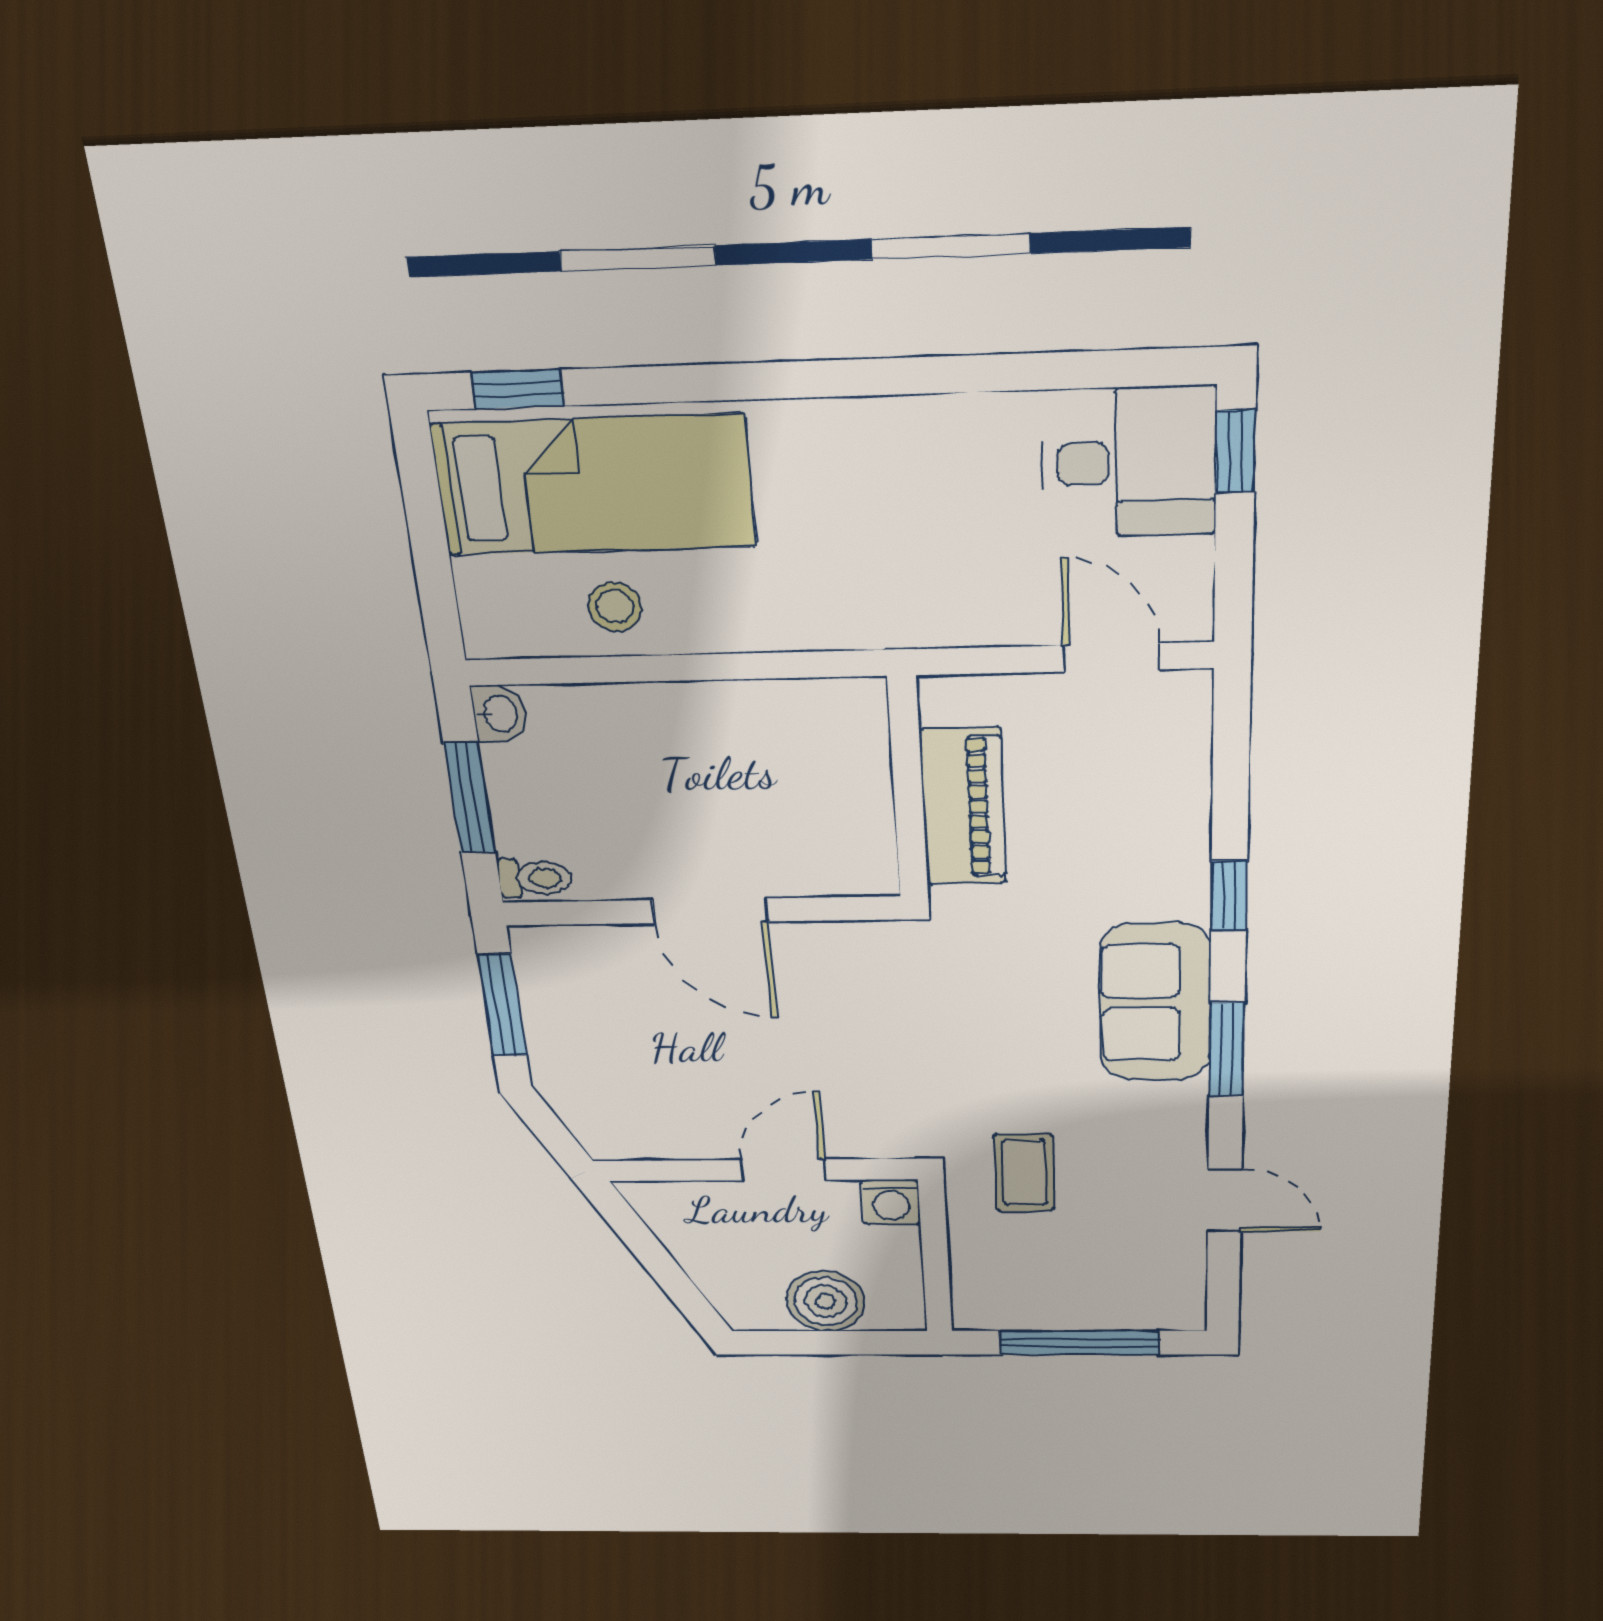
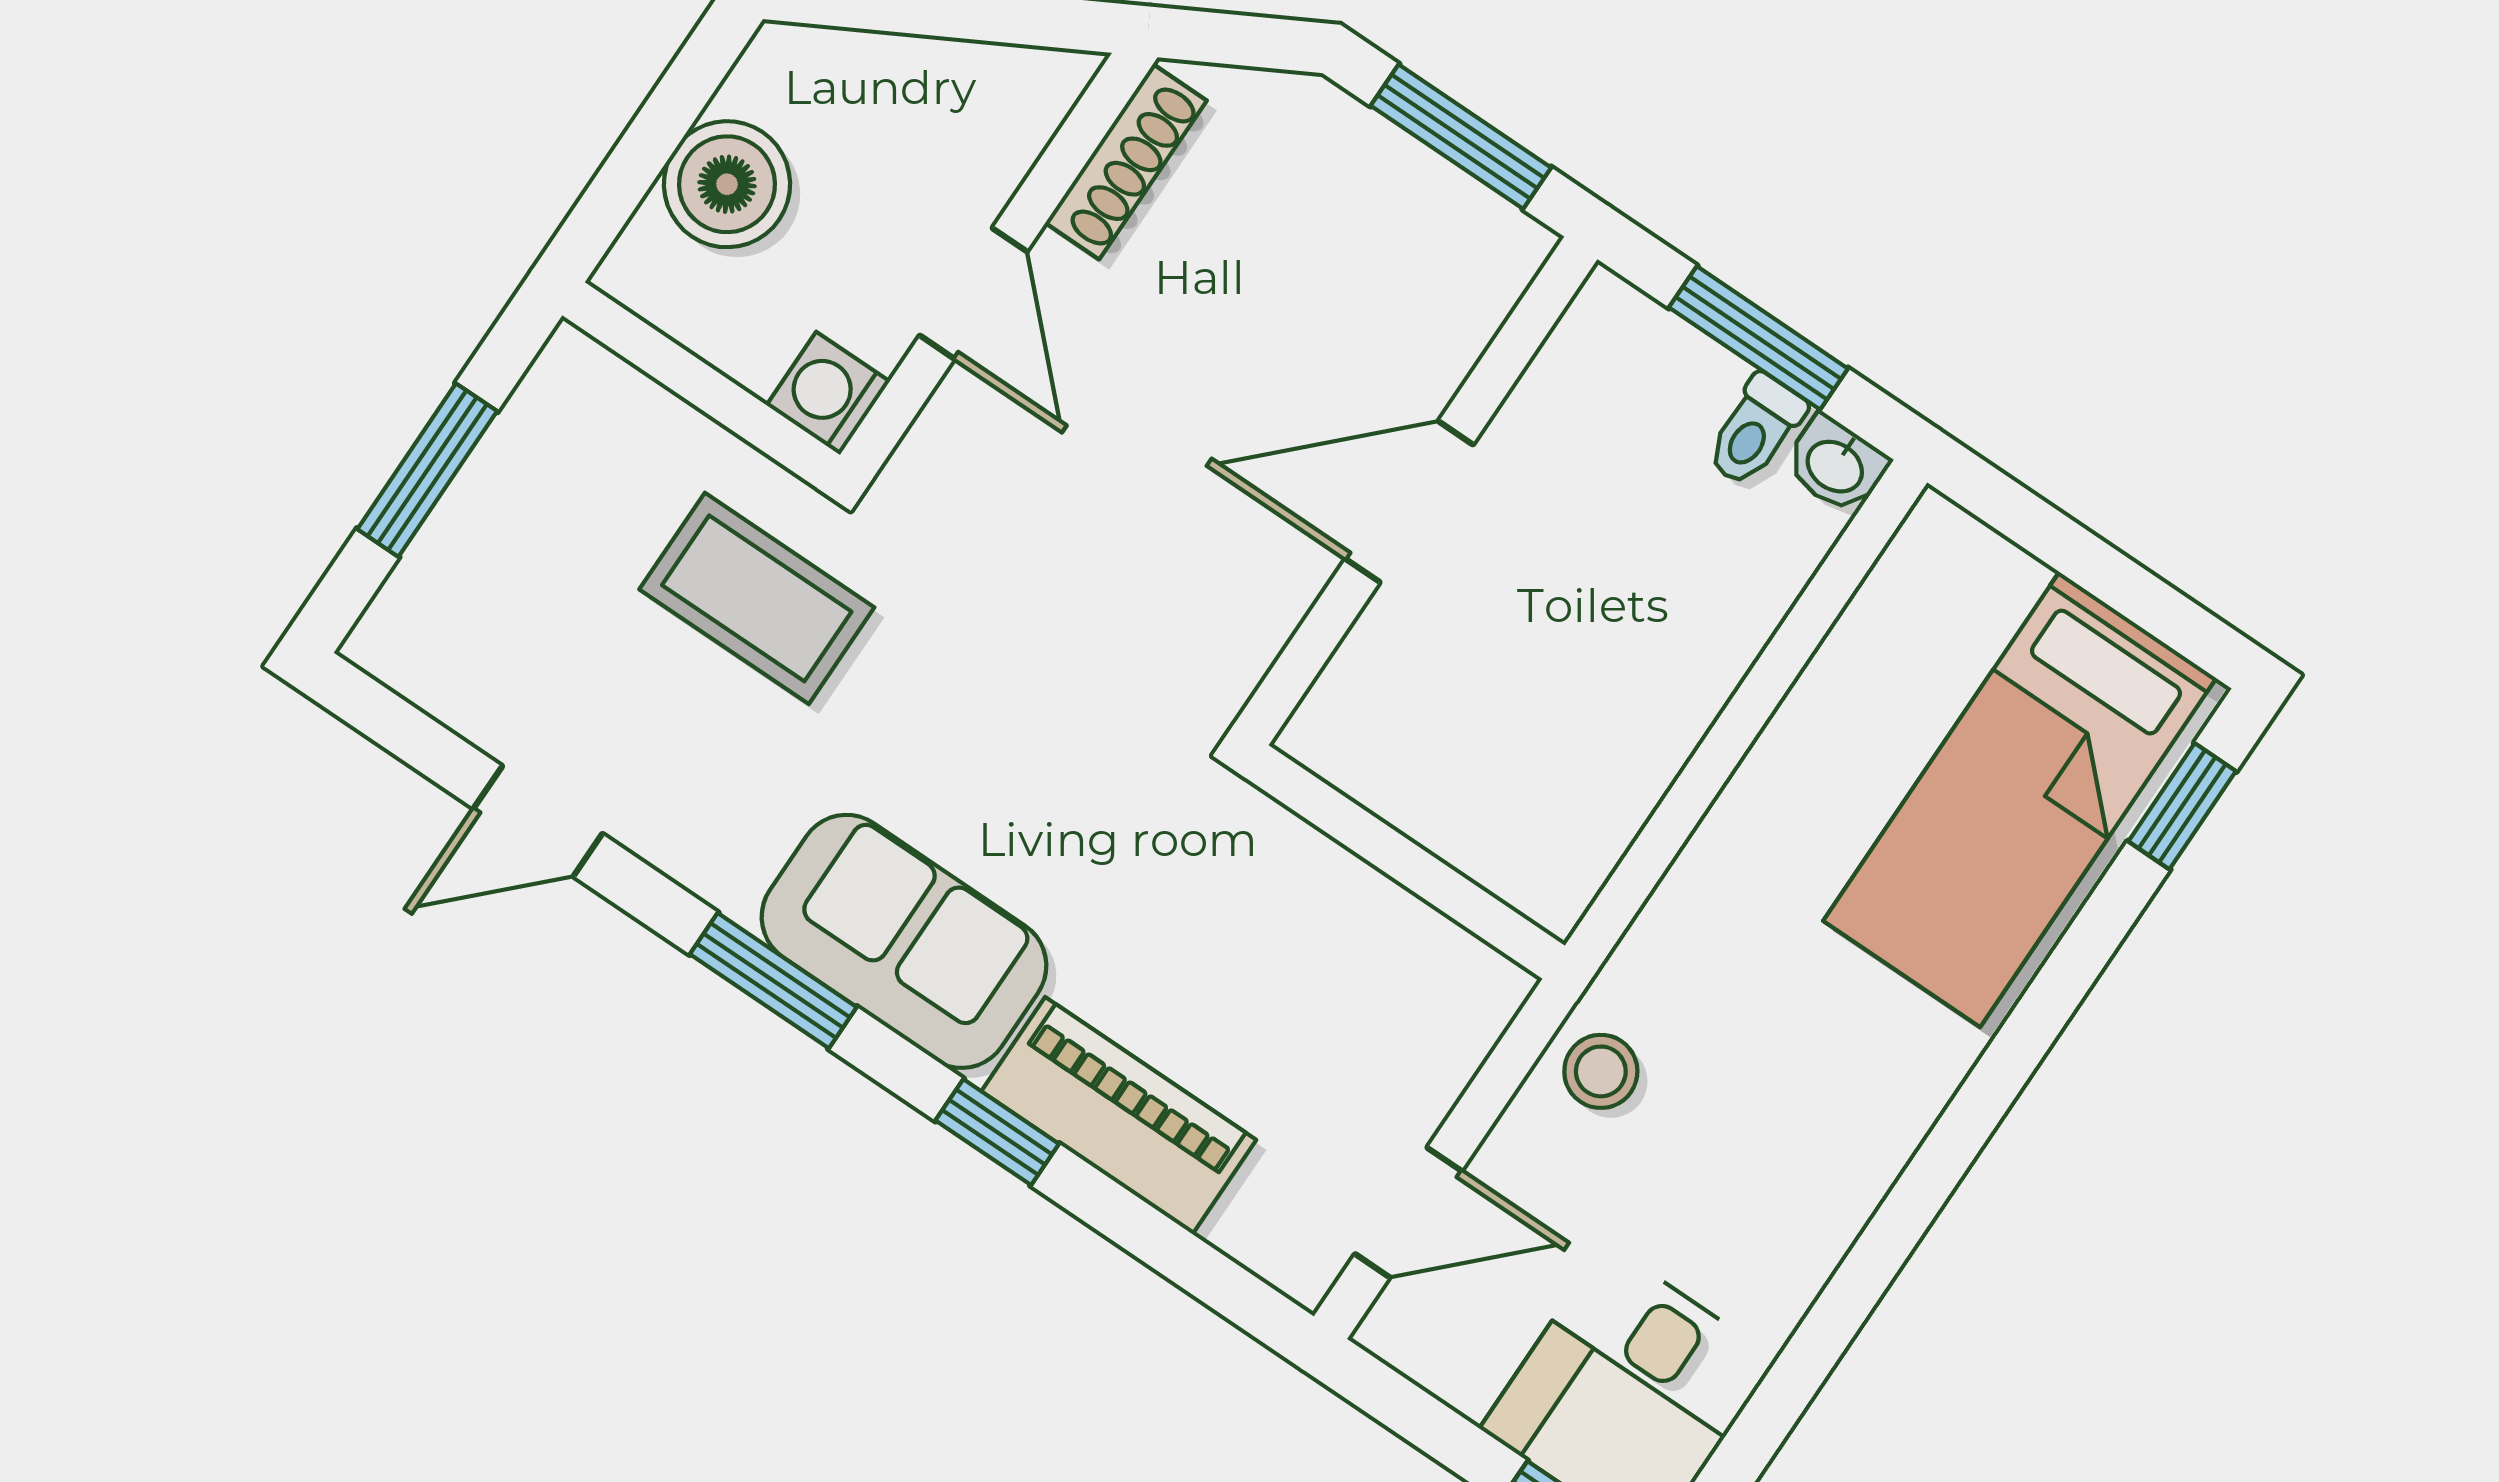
stool: (615, 607) -> (1601, 1071), moved
piano: (963, 807) -> (1119, 1116), moved, turned 180
toilet: (535, 878) -> (1755, 431), moved
shoe rack: (656, 1144) -> (1126, 162), added
coffee table: (1024, 1173) -> (757, 598), width x1.36, depth x1.30
window: (1079, 1343) -> (427, 470), width x0.69

